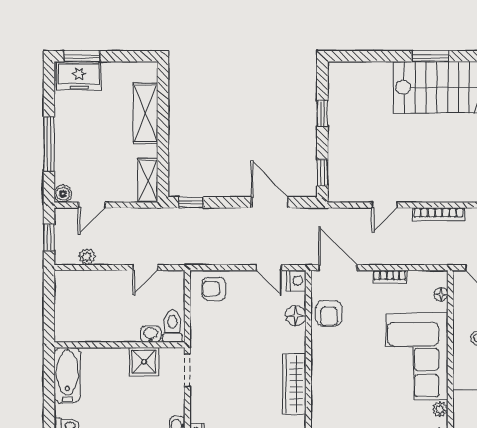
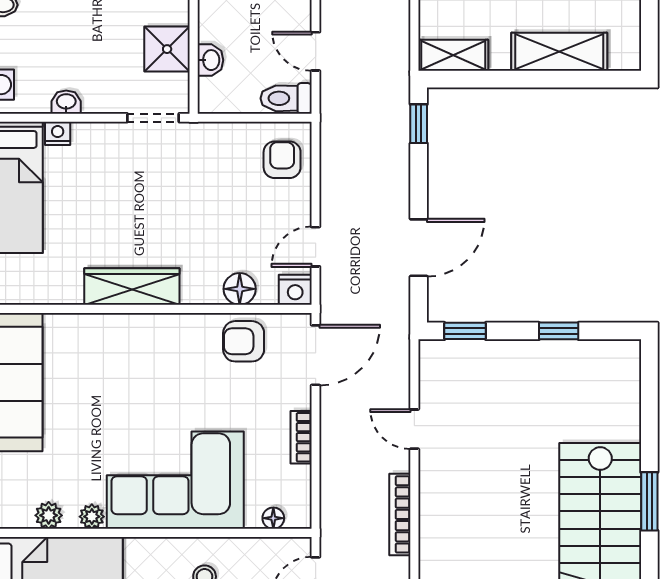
toilet: (172, 326) -> (286, 98), moved, turned 180

